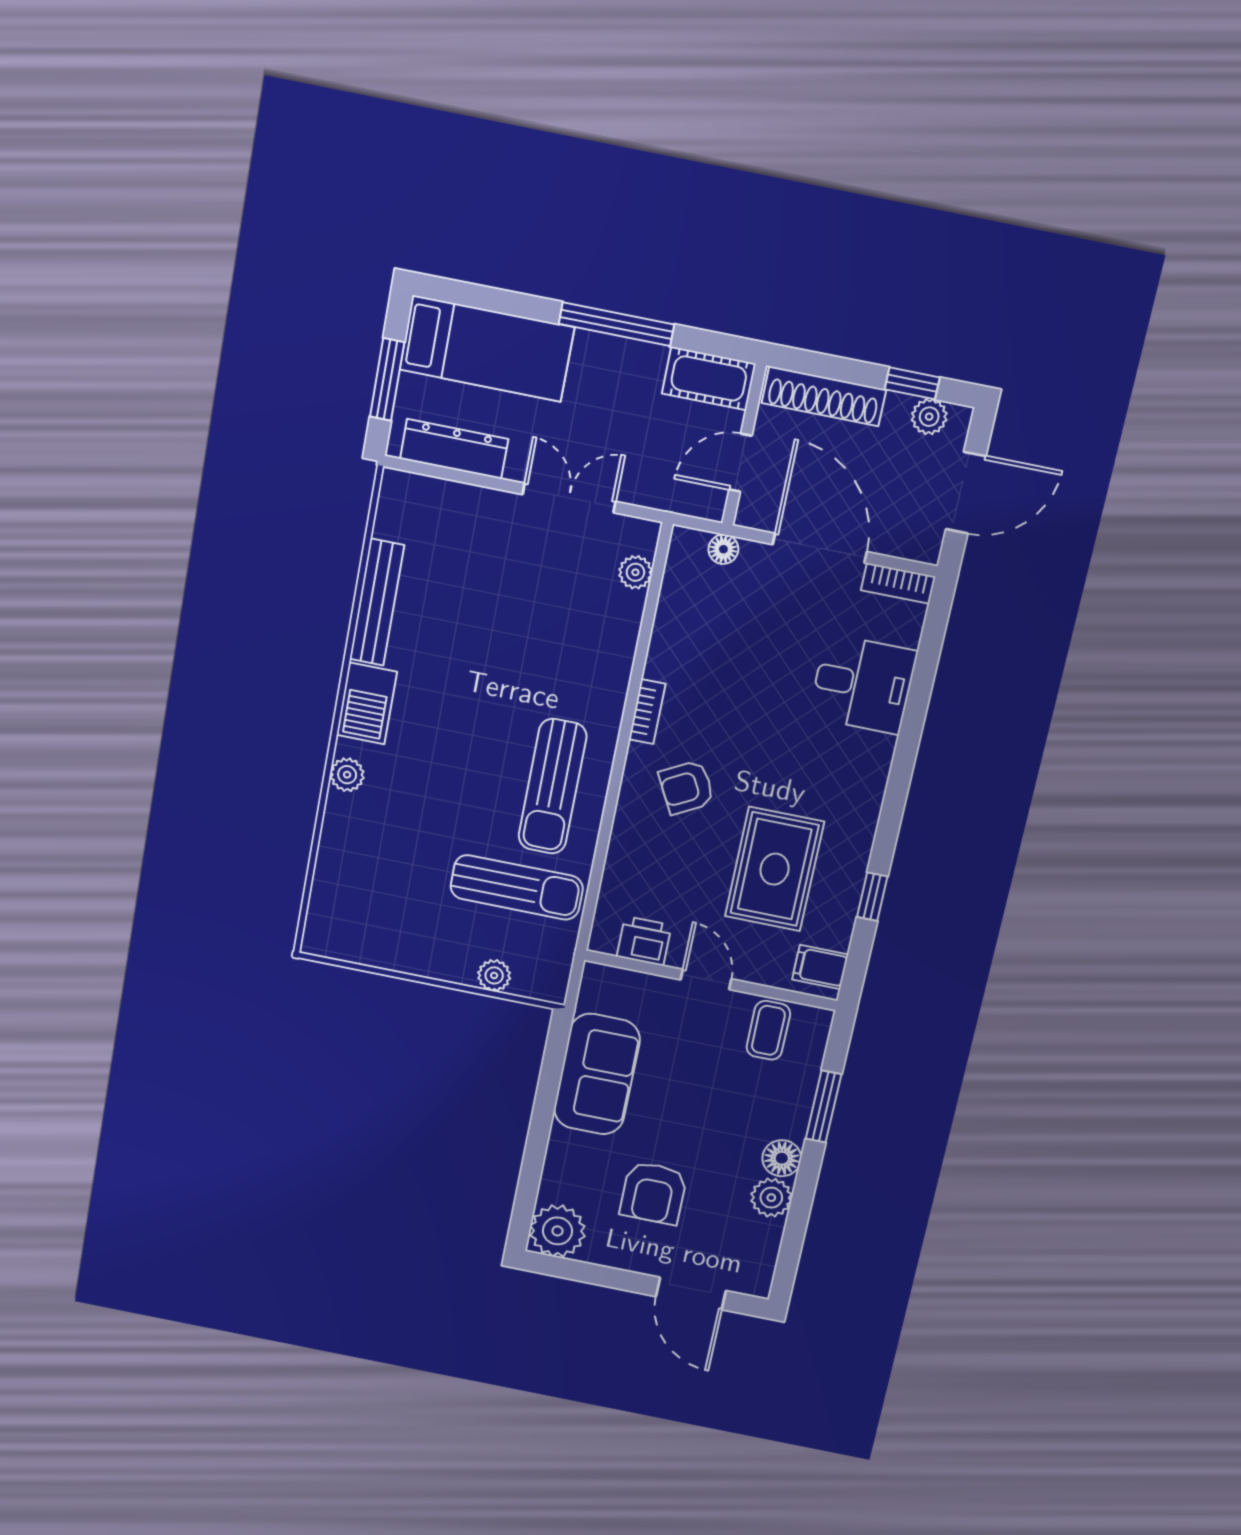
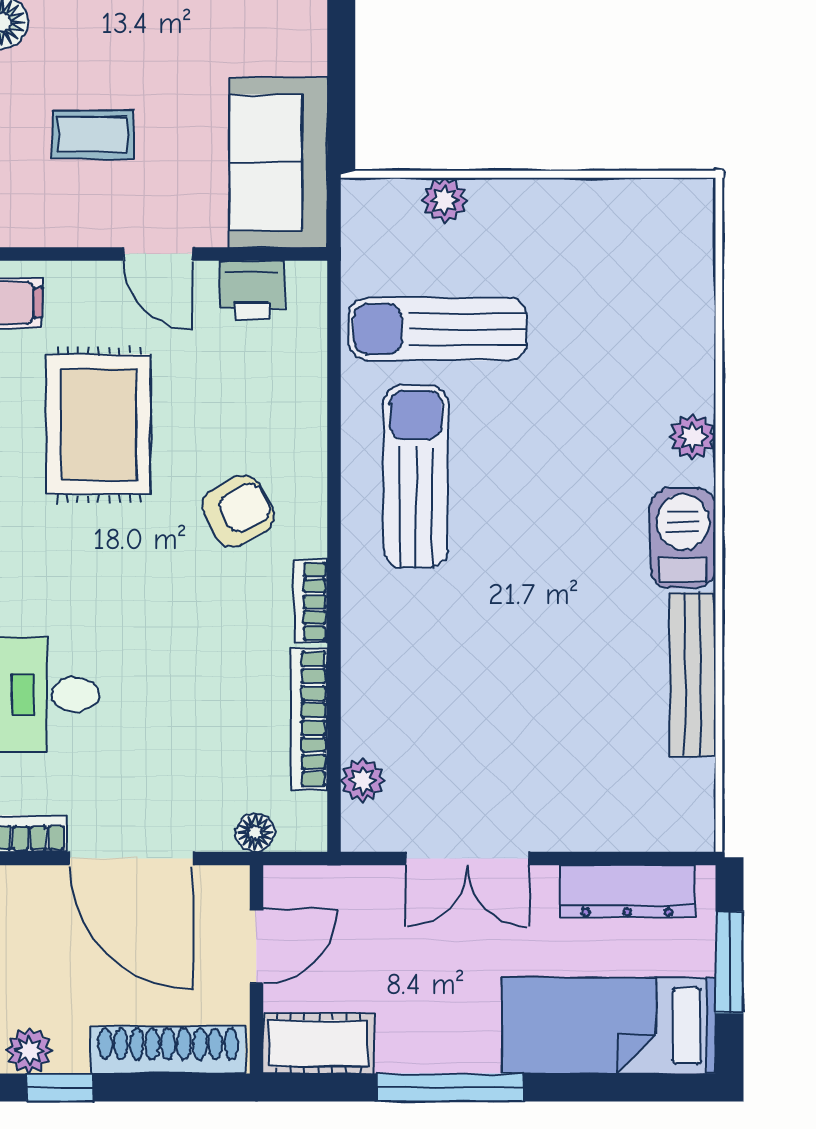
bookcase: (666, 626) -> (309, 719), added
coffee table: (768, 1030) -> (93, 135), moved, turned 90
sofa: (597, 1074) -> (278, 163), moved

